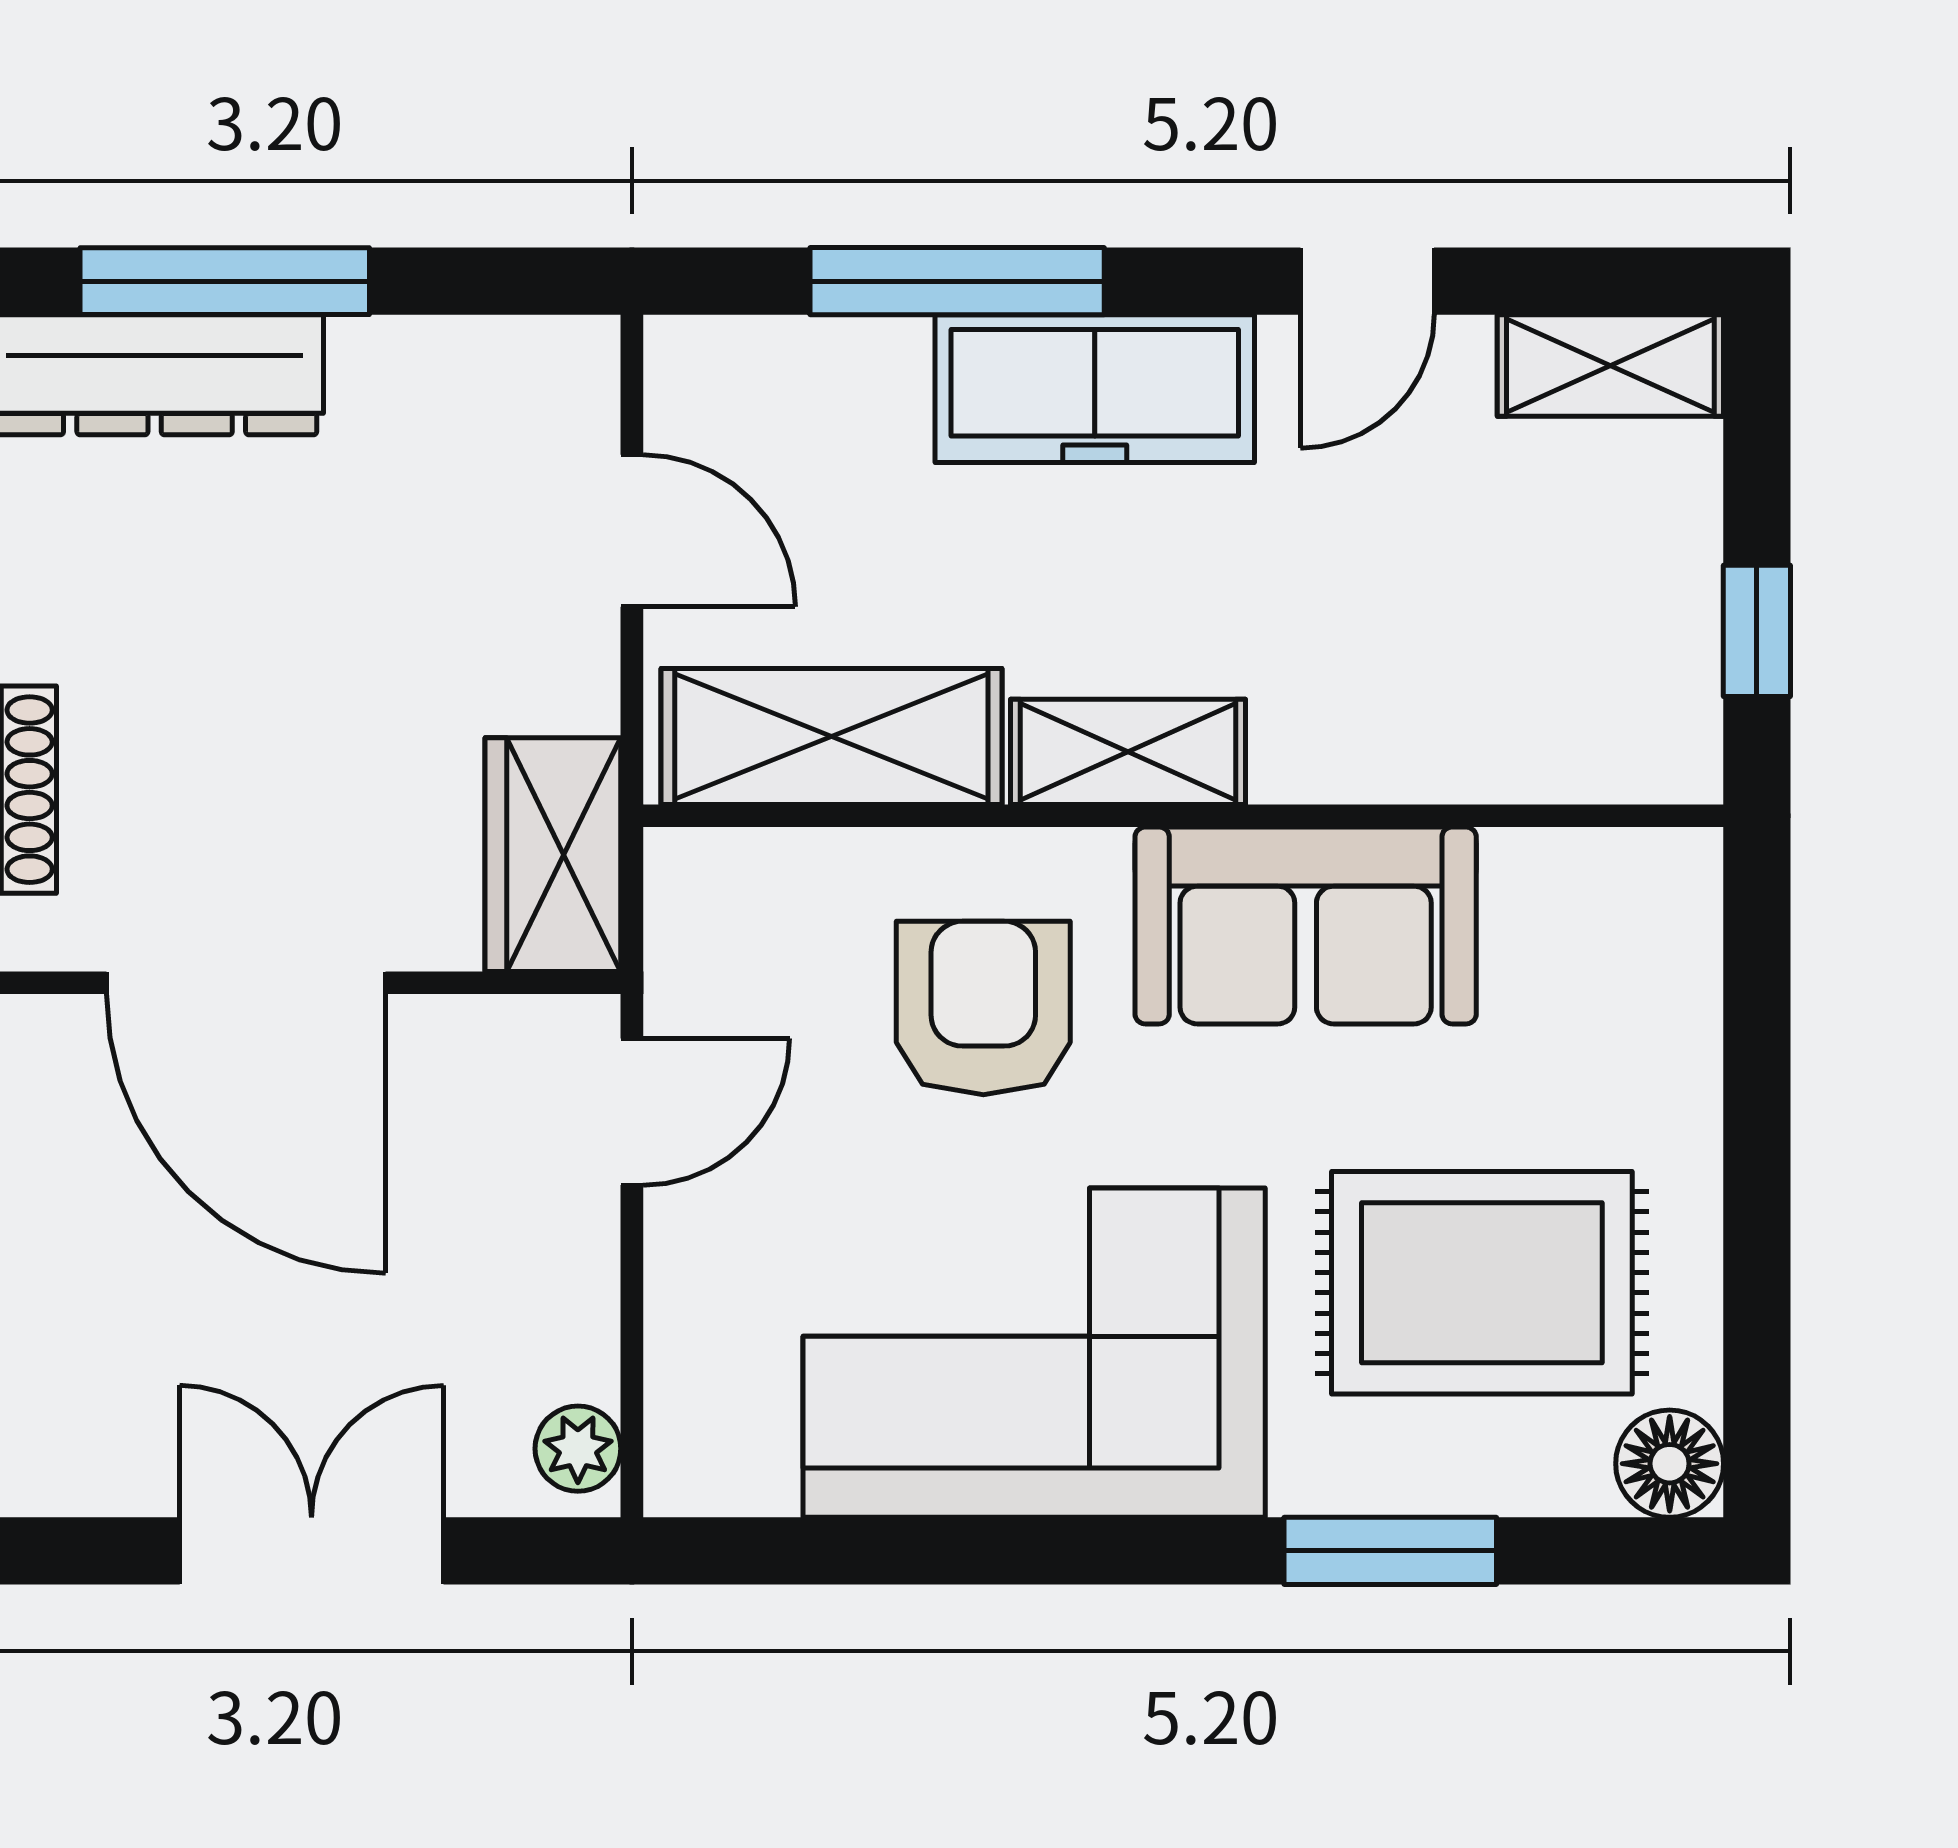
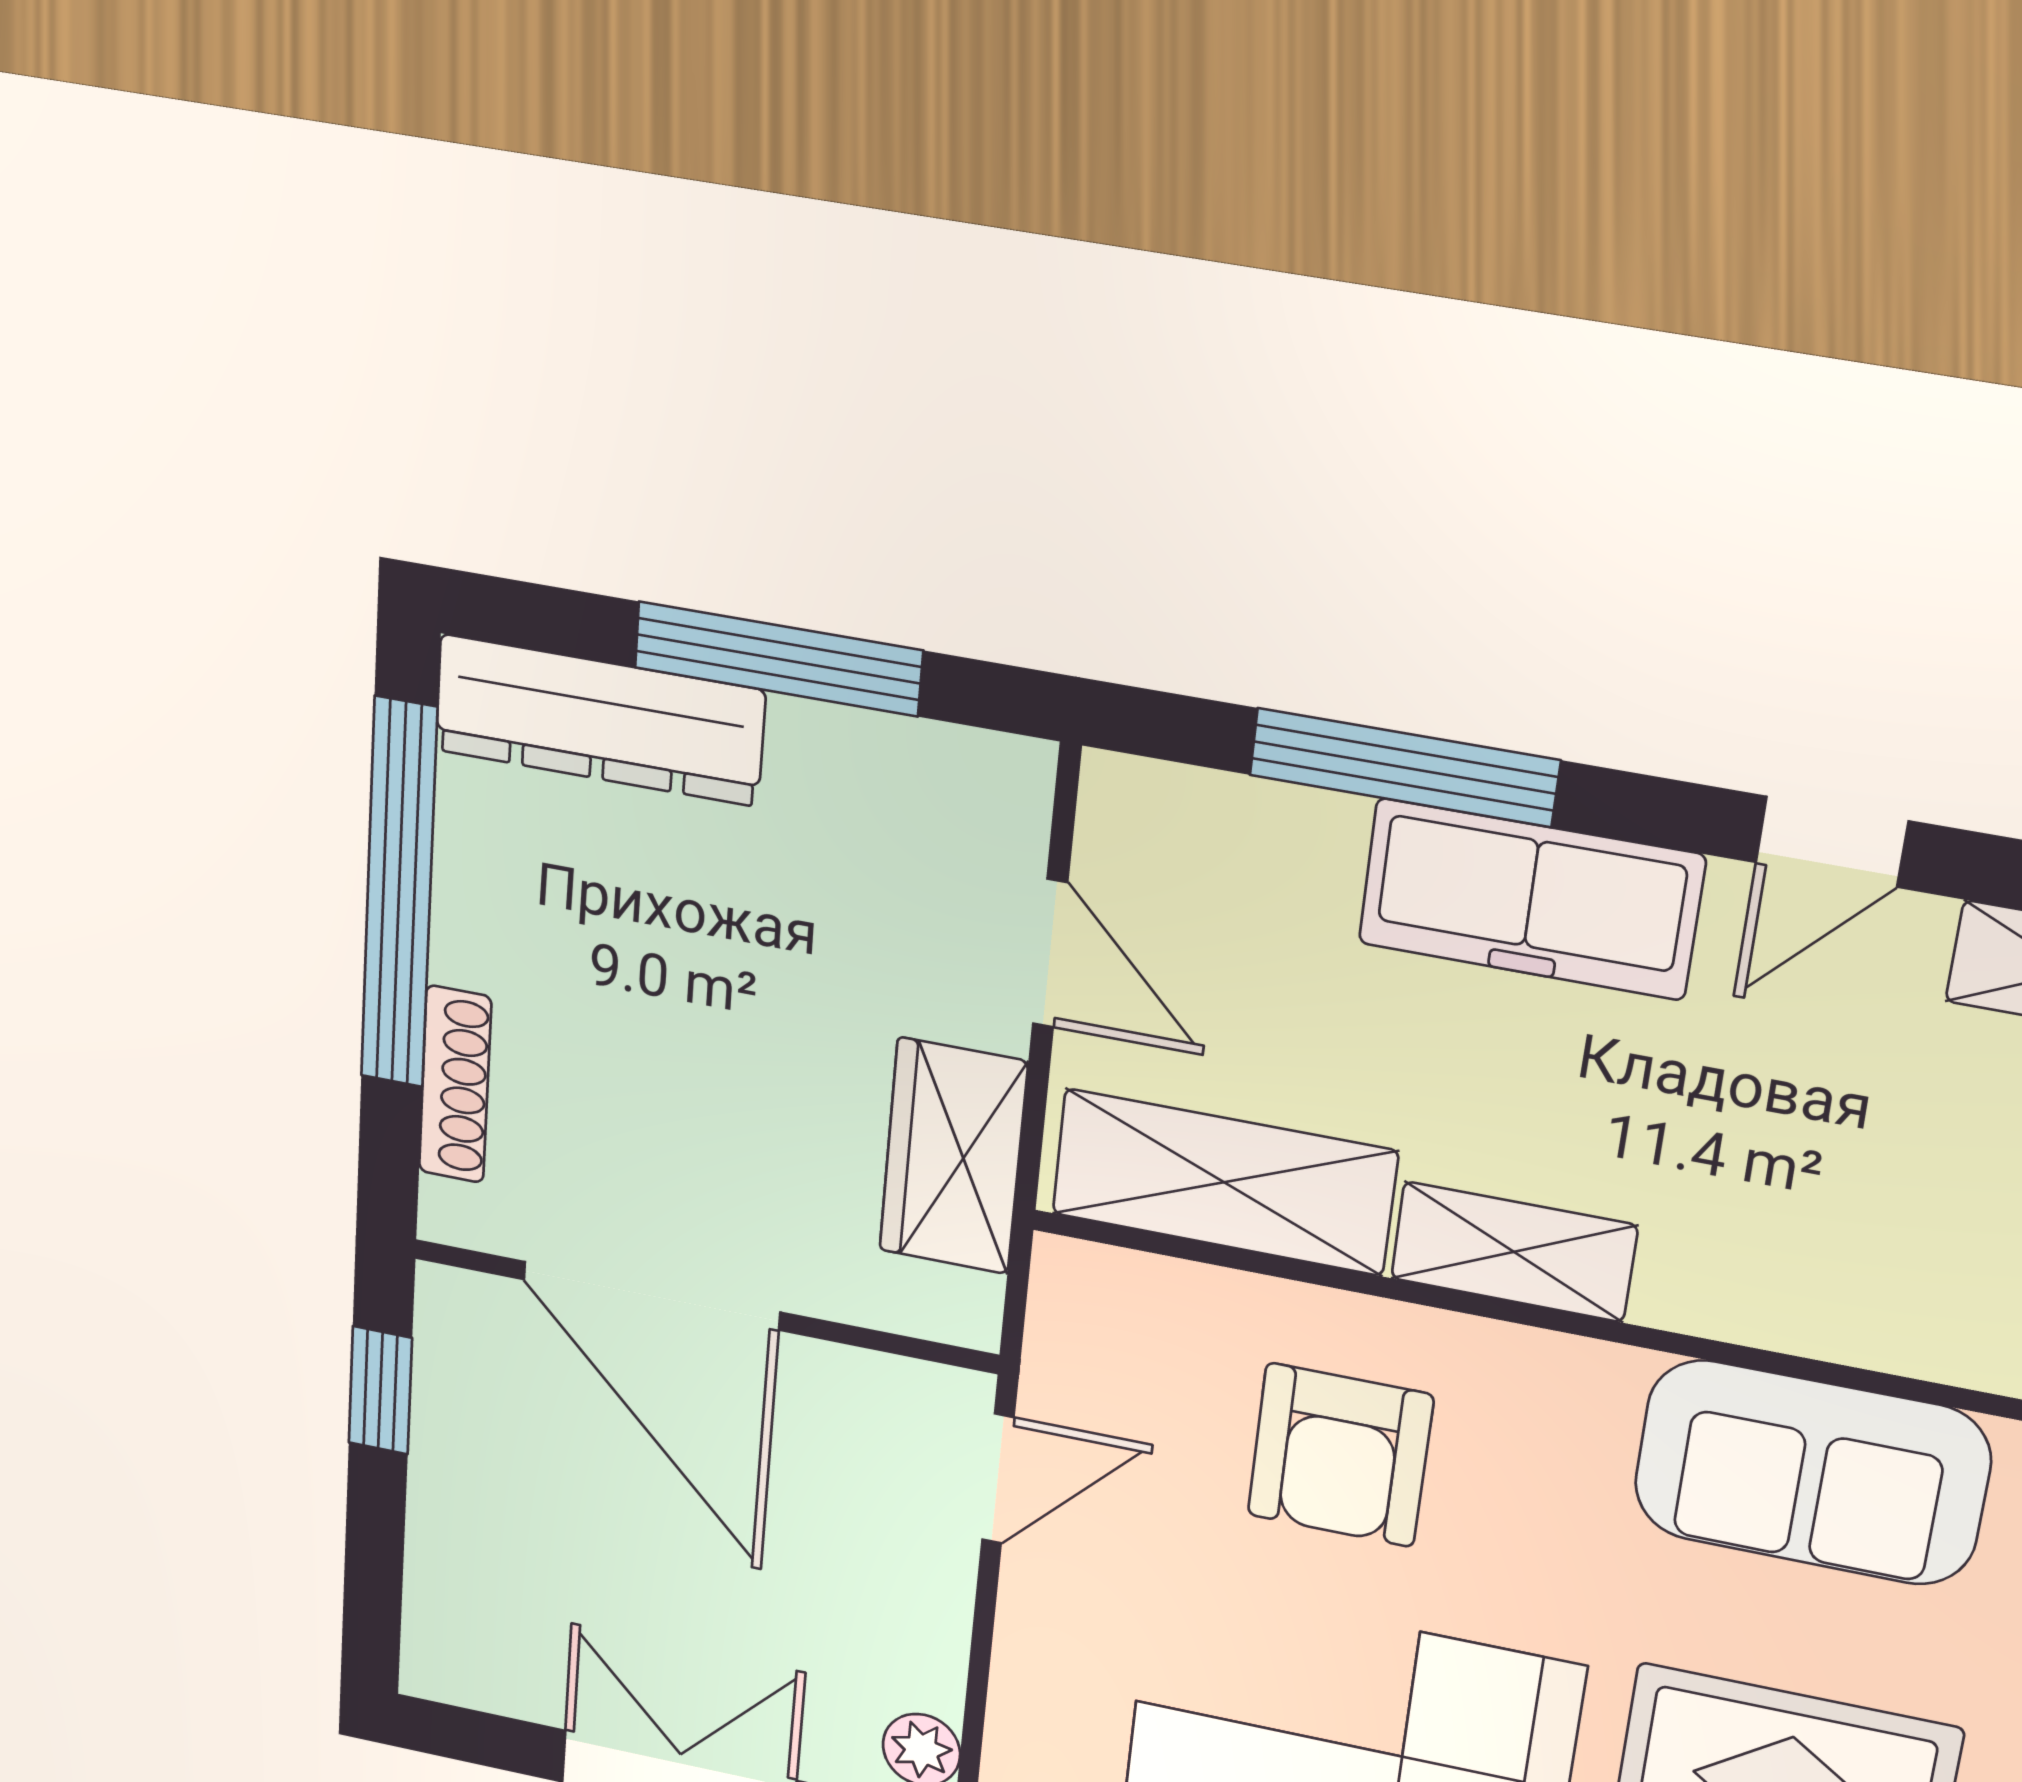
window: (225, 281) -> (778, 659), moved
wardrobe: (553, 855) -> (953, 1156), moved
sofa: (1306, 925) -> (1812, 1473), moved
armchair: (983, 1008) -> (1340, 1455), turned 180

